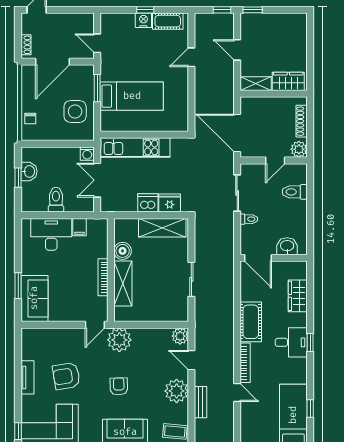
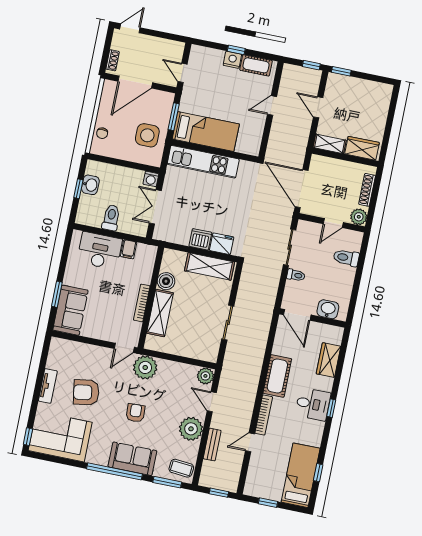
wall: (144, 135) -> (215, 151), moved
kitchen unit: (135, 148) -> (203, 162), moved
door: (237, 392) -> (250, 442), swing flipped

